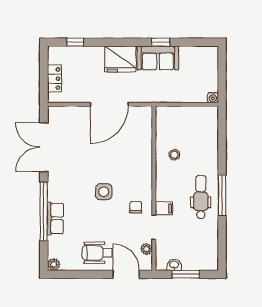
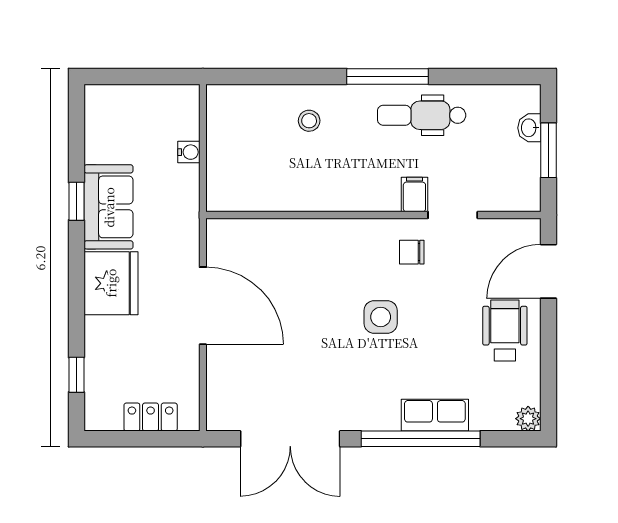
water cooler: (213, 97) -> (189, 152), moved
stool: (174, 155) -> (309, 121), moved
dental chair: (201, 197) -> (422, 115), moved
plant: (147, 249) -> (497, 230), removed
wheelchair: (97, 253) -> (505, 331), turned 180
washbasin: (174, 265) -> (529, 128), moved

